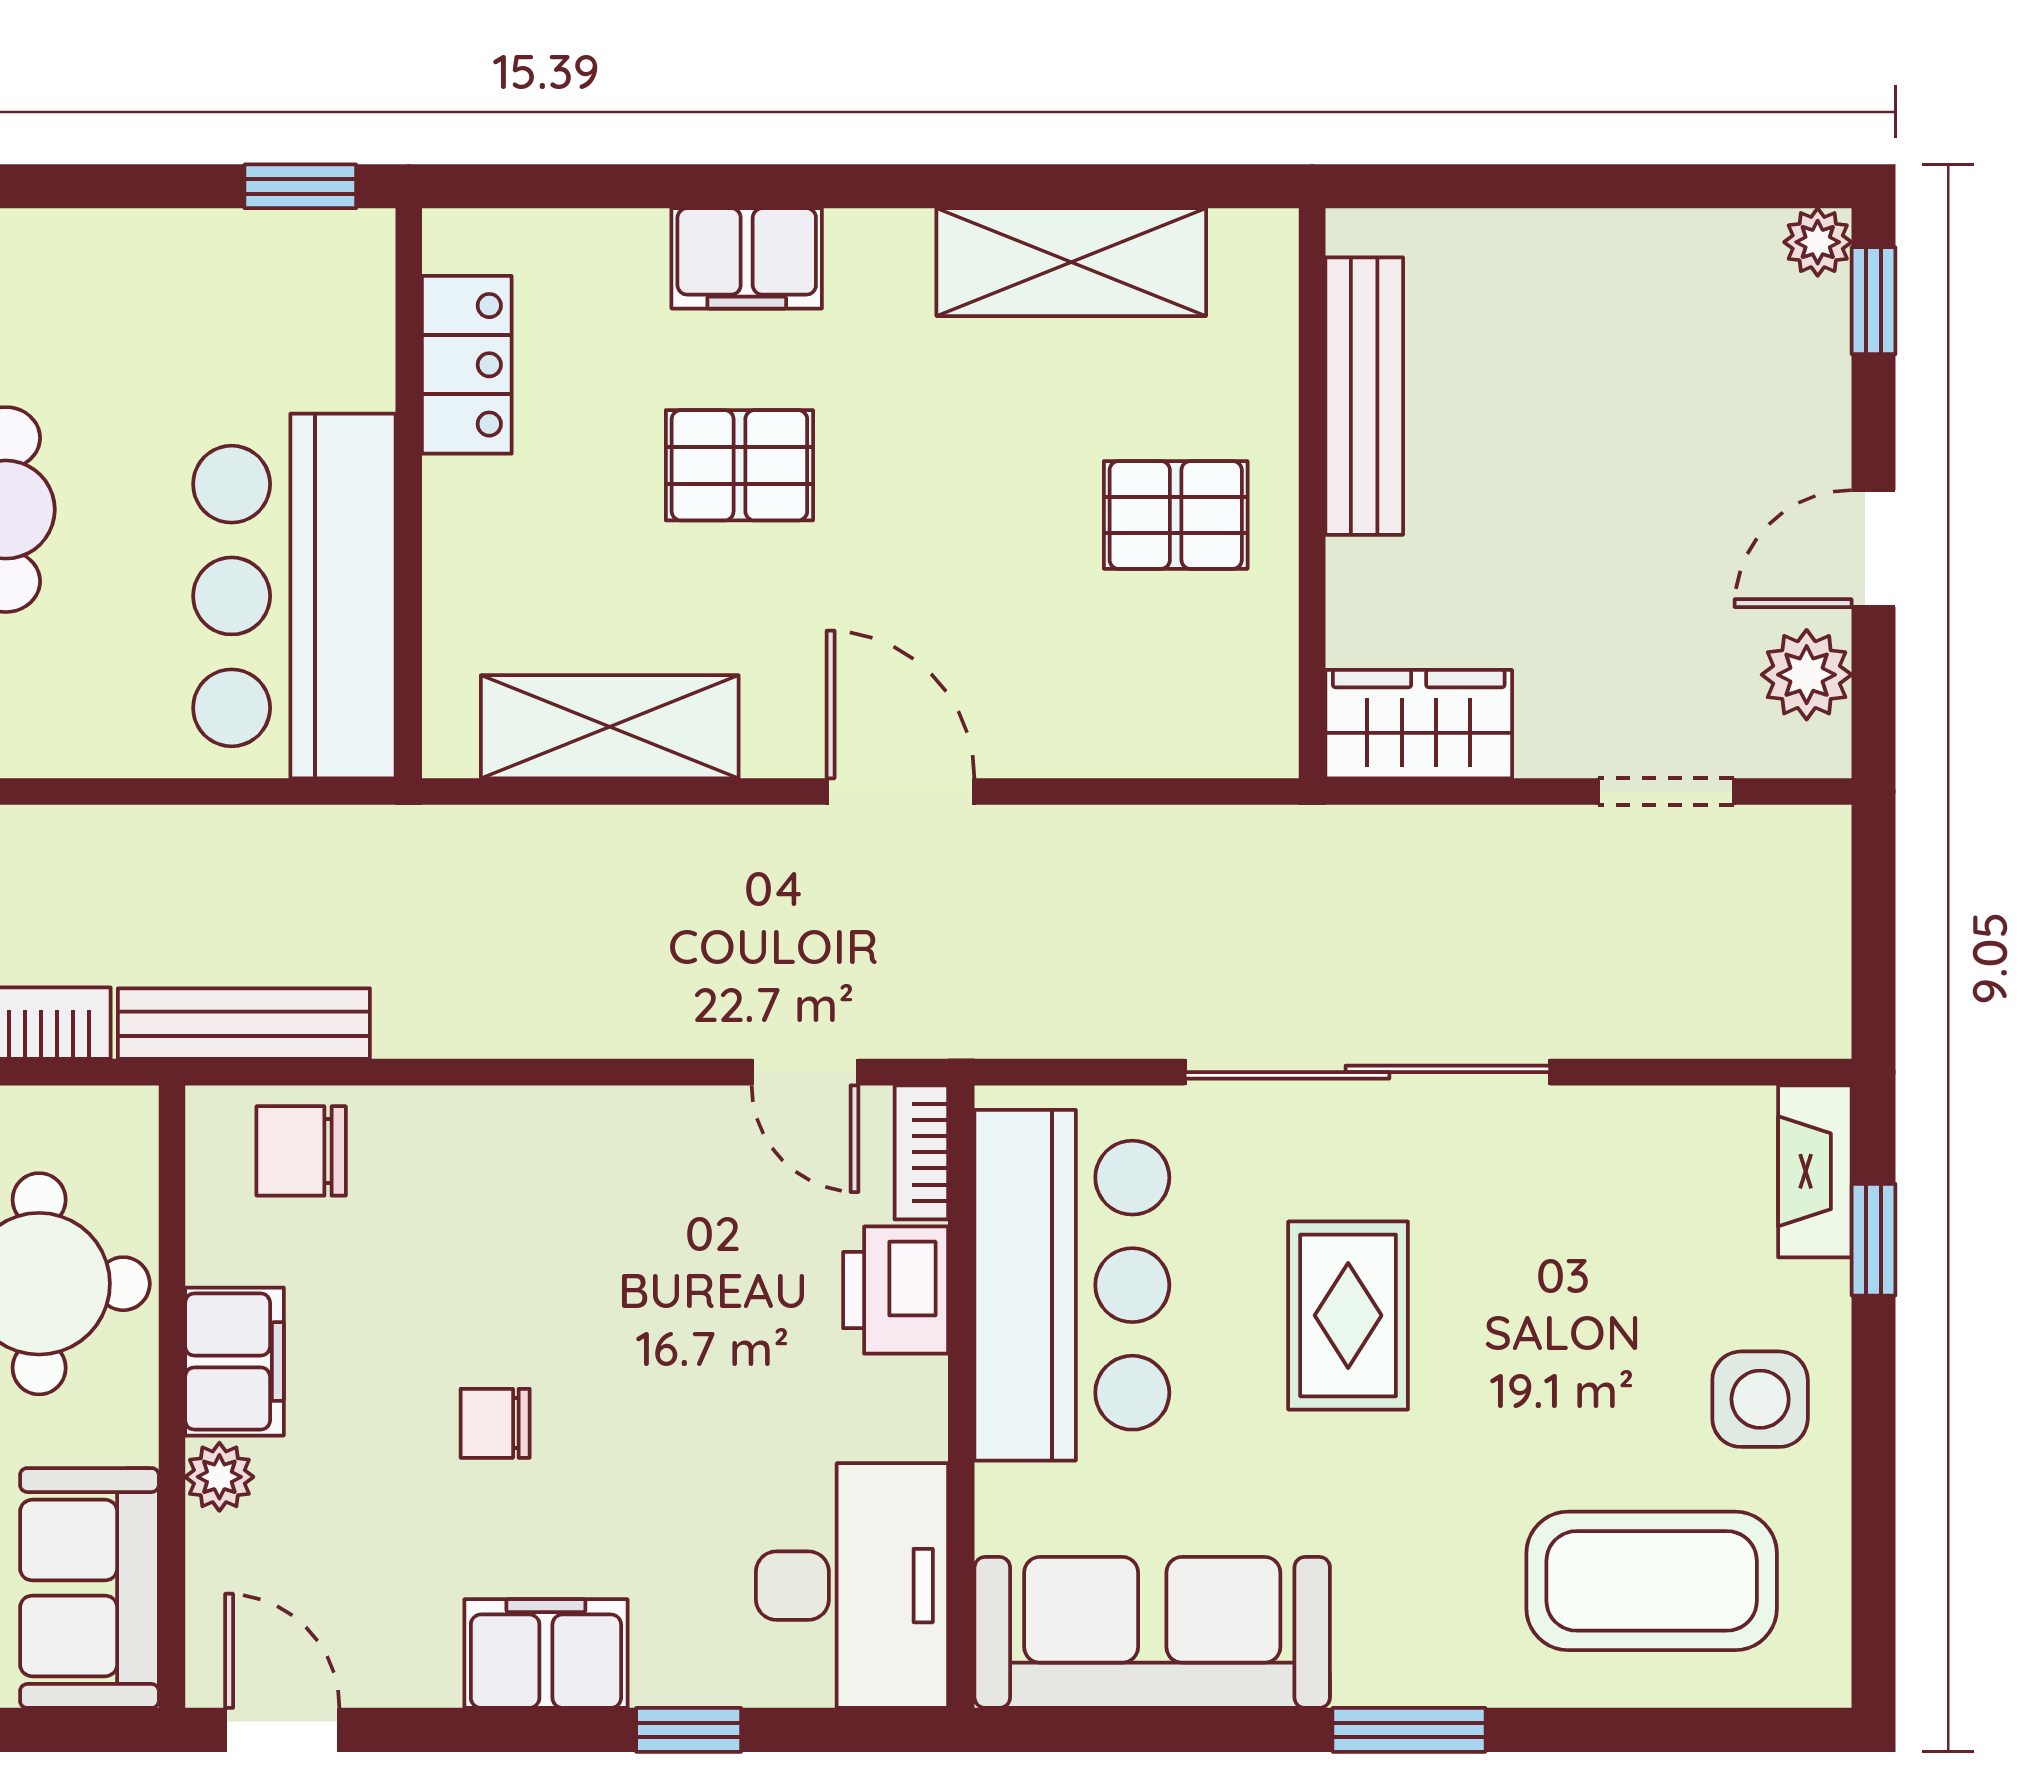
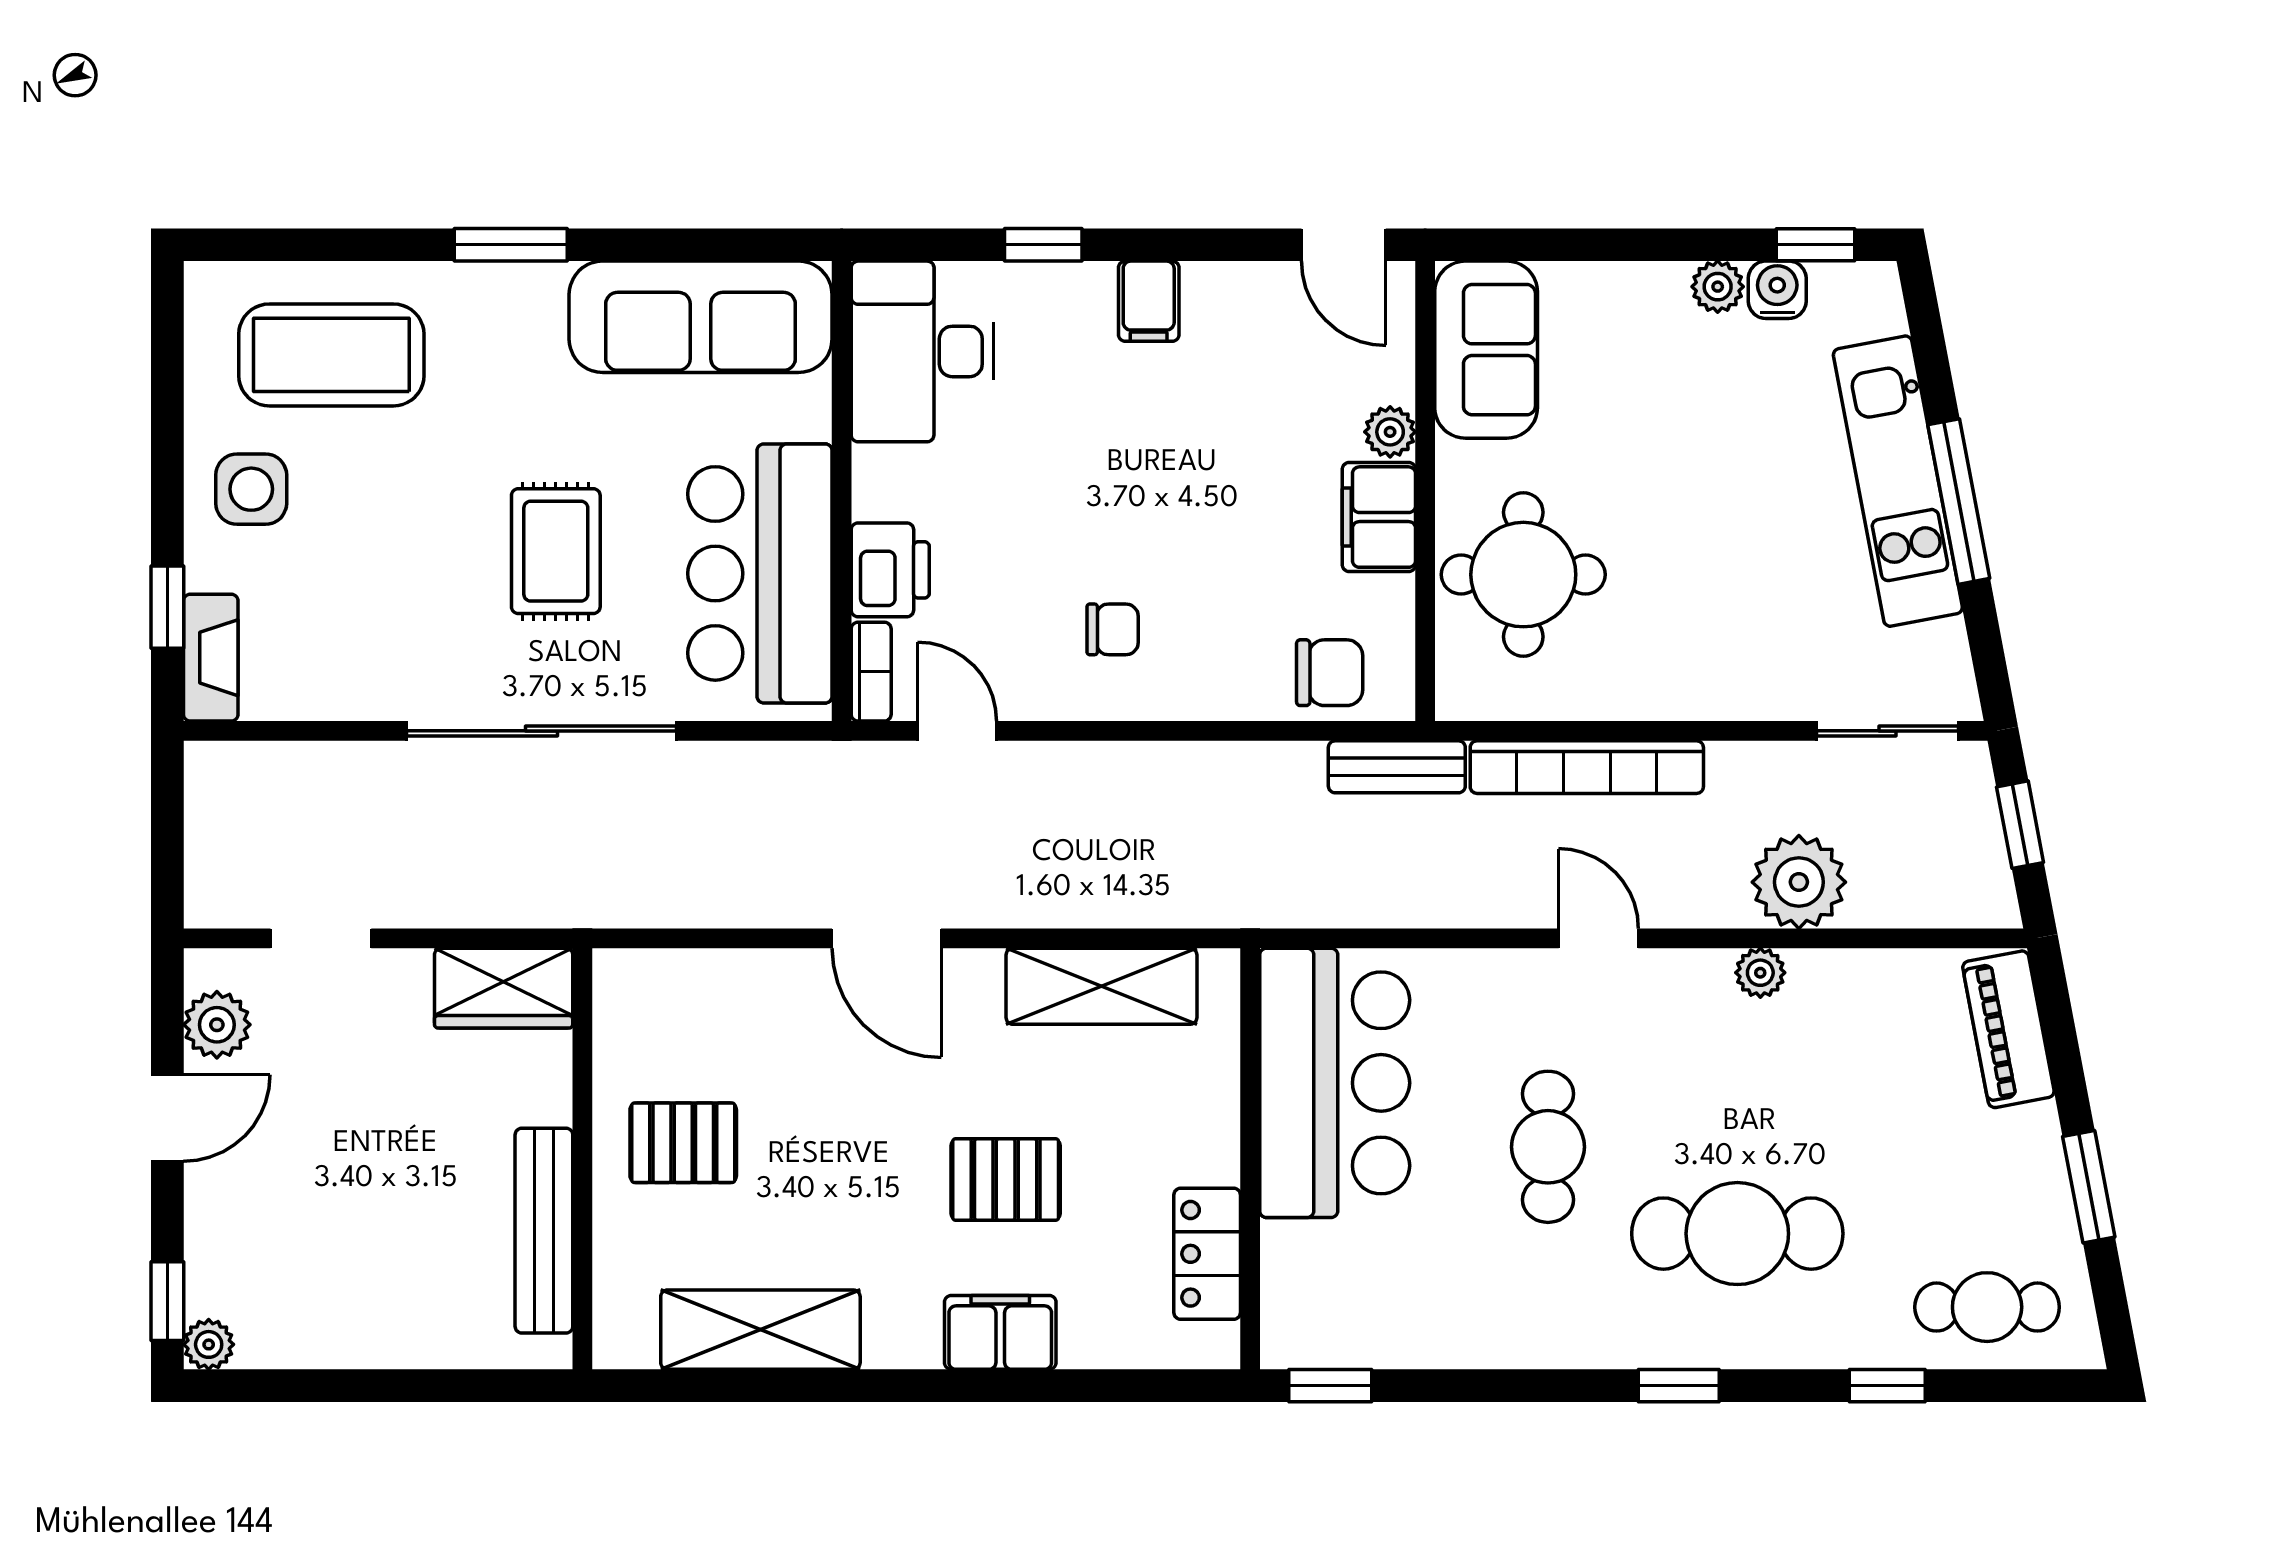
bench: (244, 1024) -> (1397, 767), width x0.73
chair: (495, 1423) -> (1113, 629), moved
filing cabinet: (546, 1654) -> (1149, 301), width x0.50

